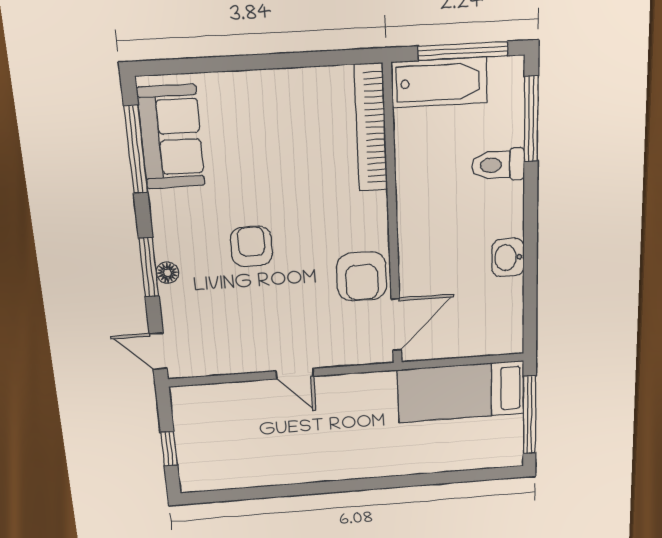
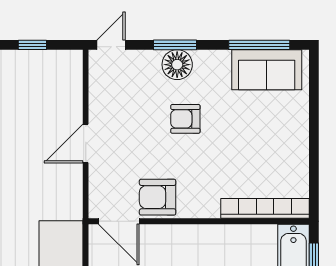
armchair: (251, 246) -> (185, 119), turned 180
floor lamp: (167, 273) -> (177, 65), width x1.89, depth x1.89
door: (295, 374) -> (86, 144), width x1.38

